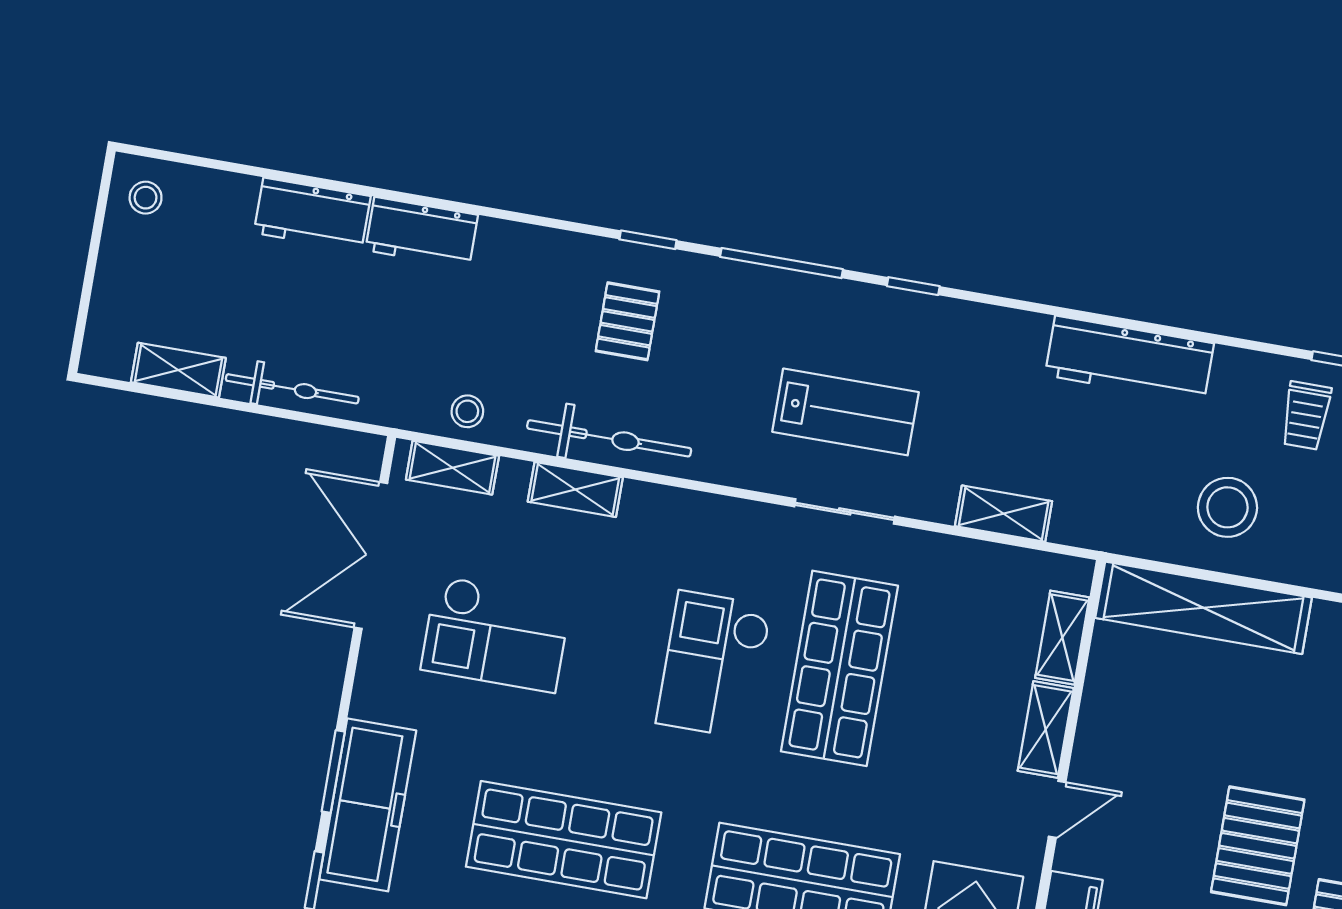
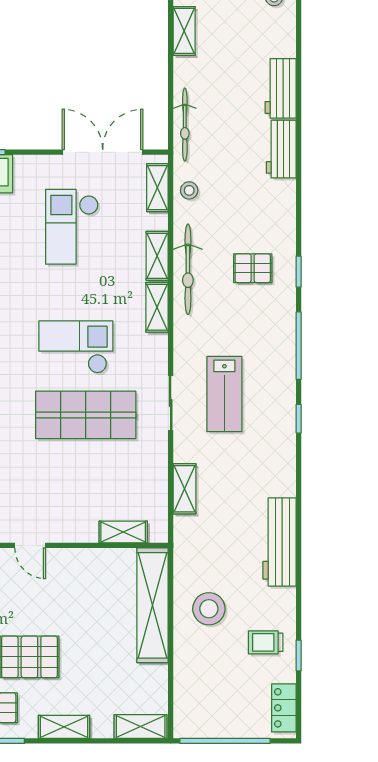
bicycle: (292, 389) -> (185, 125), moved
shelving: (1046, 730) -> (157, 307), moved, turned 90

